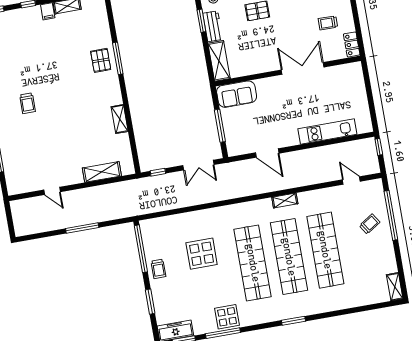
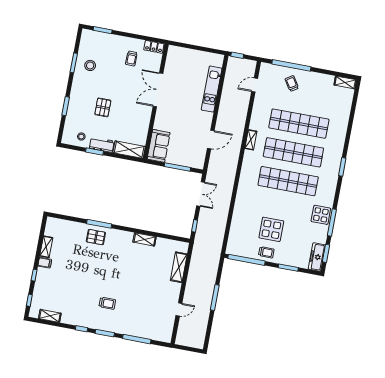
display table: (202, 254) -> (271, 229), moved

